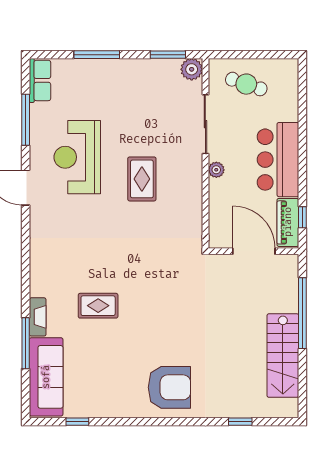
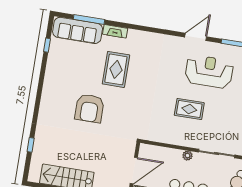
rug: (98, 306) -> (116, 69), width x1.36, depth x1.43
window: (26, 343) -> (89, 19), moved
armchair: (169, 387) -> (89, 108), moved

